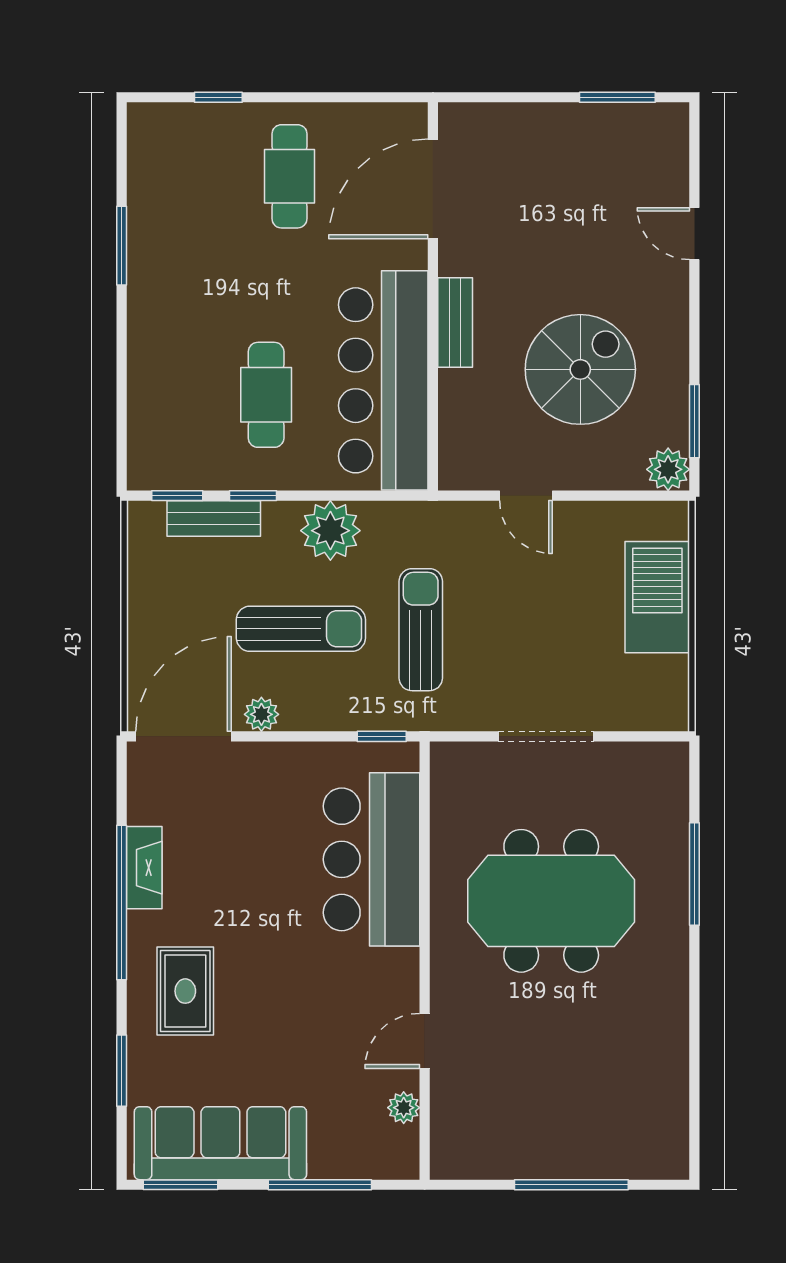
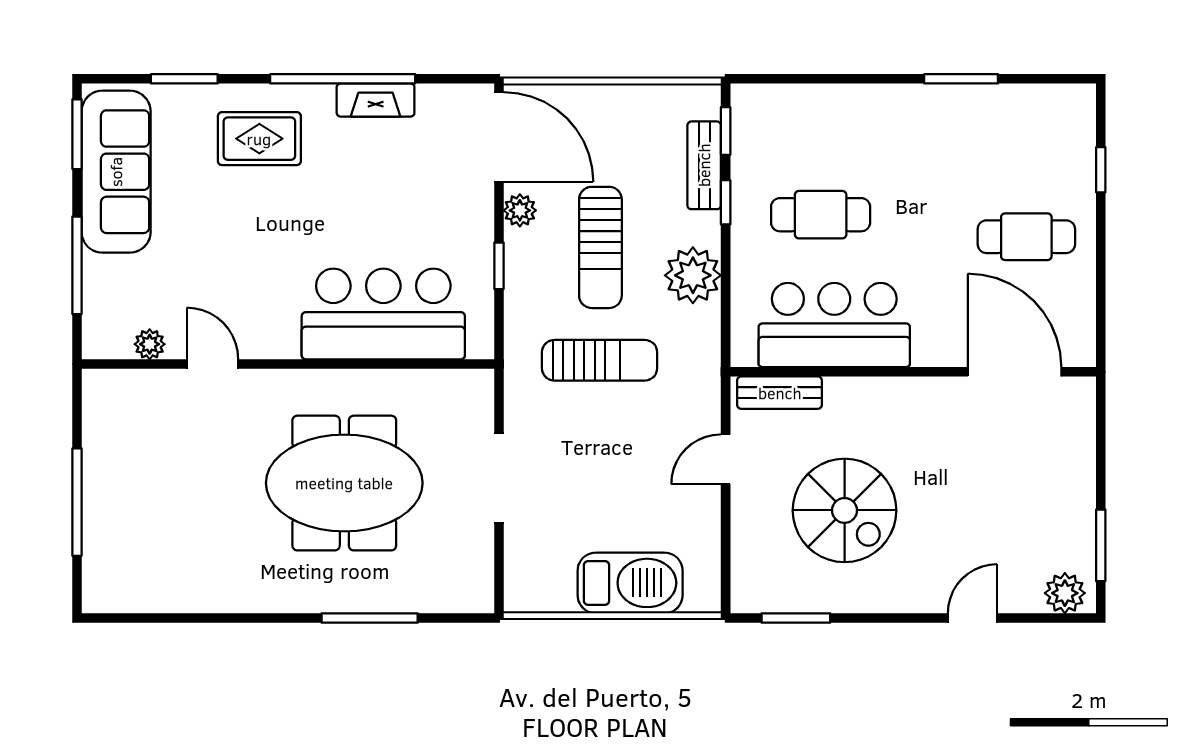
bench: (455, 323) -> (780, 393), moved
bar counter: (383, 380) -> (834, 325), width x0.73
plant: (668, 469) -> (1065, 593), moved
window: (382, 736) -> (499, 266), moved
meeting table: (551, 901) -> (344, 483), turned 90

